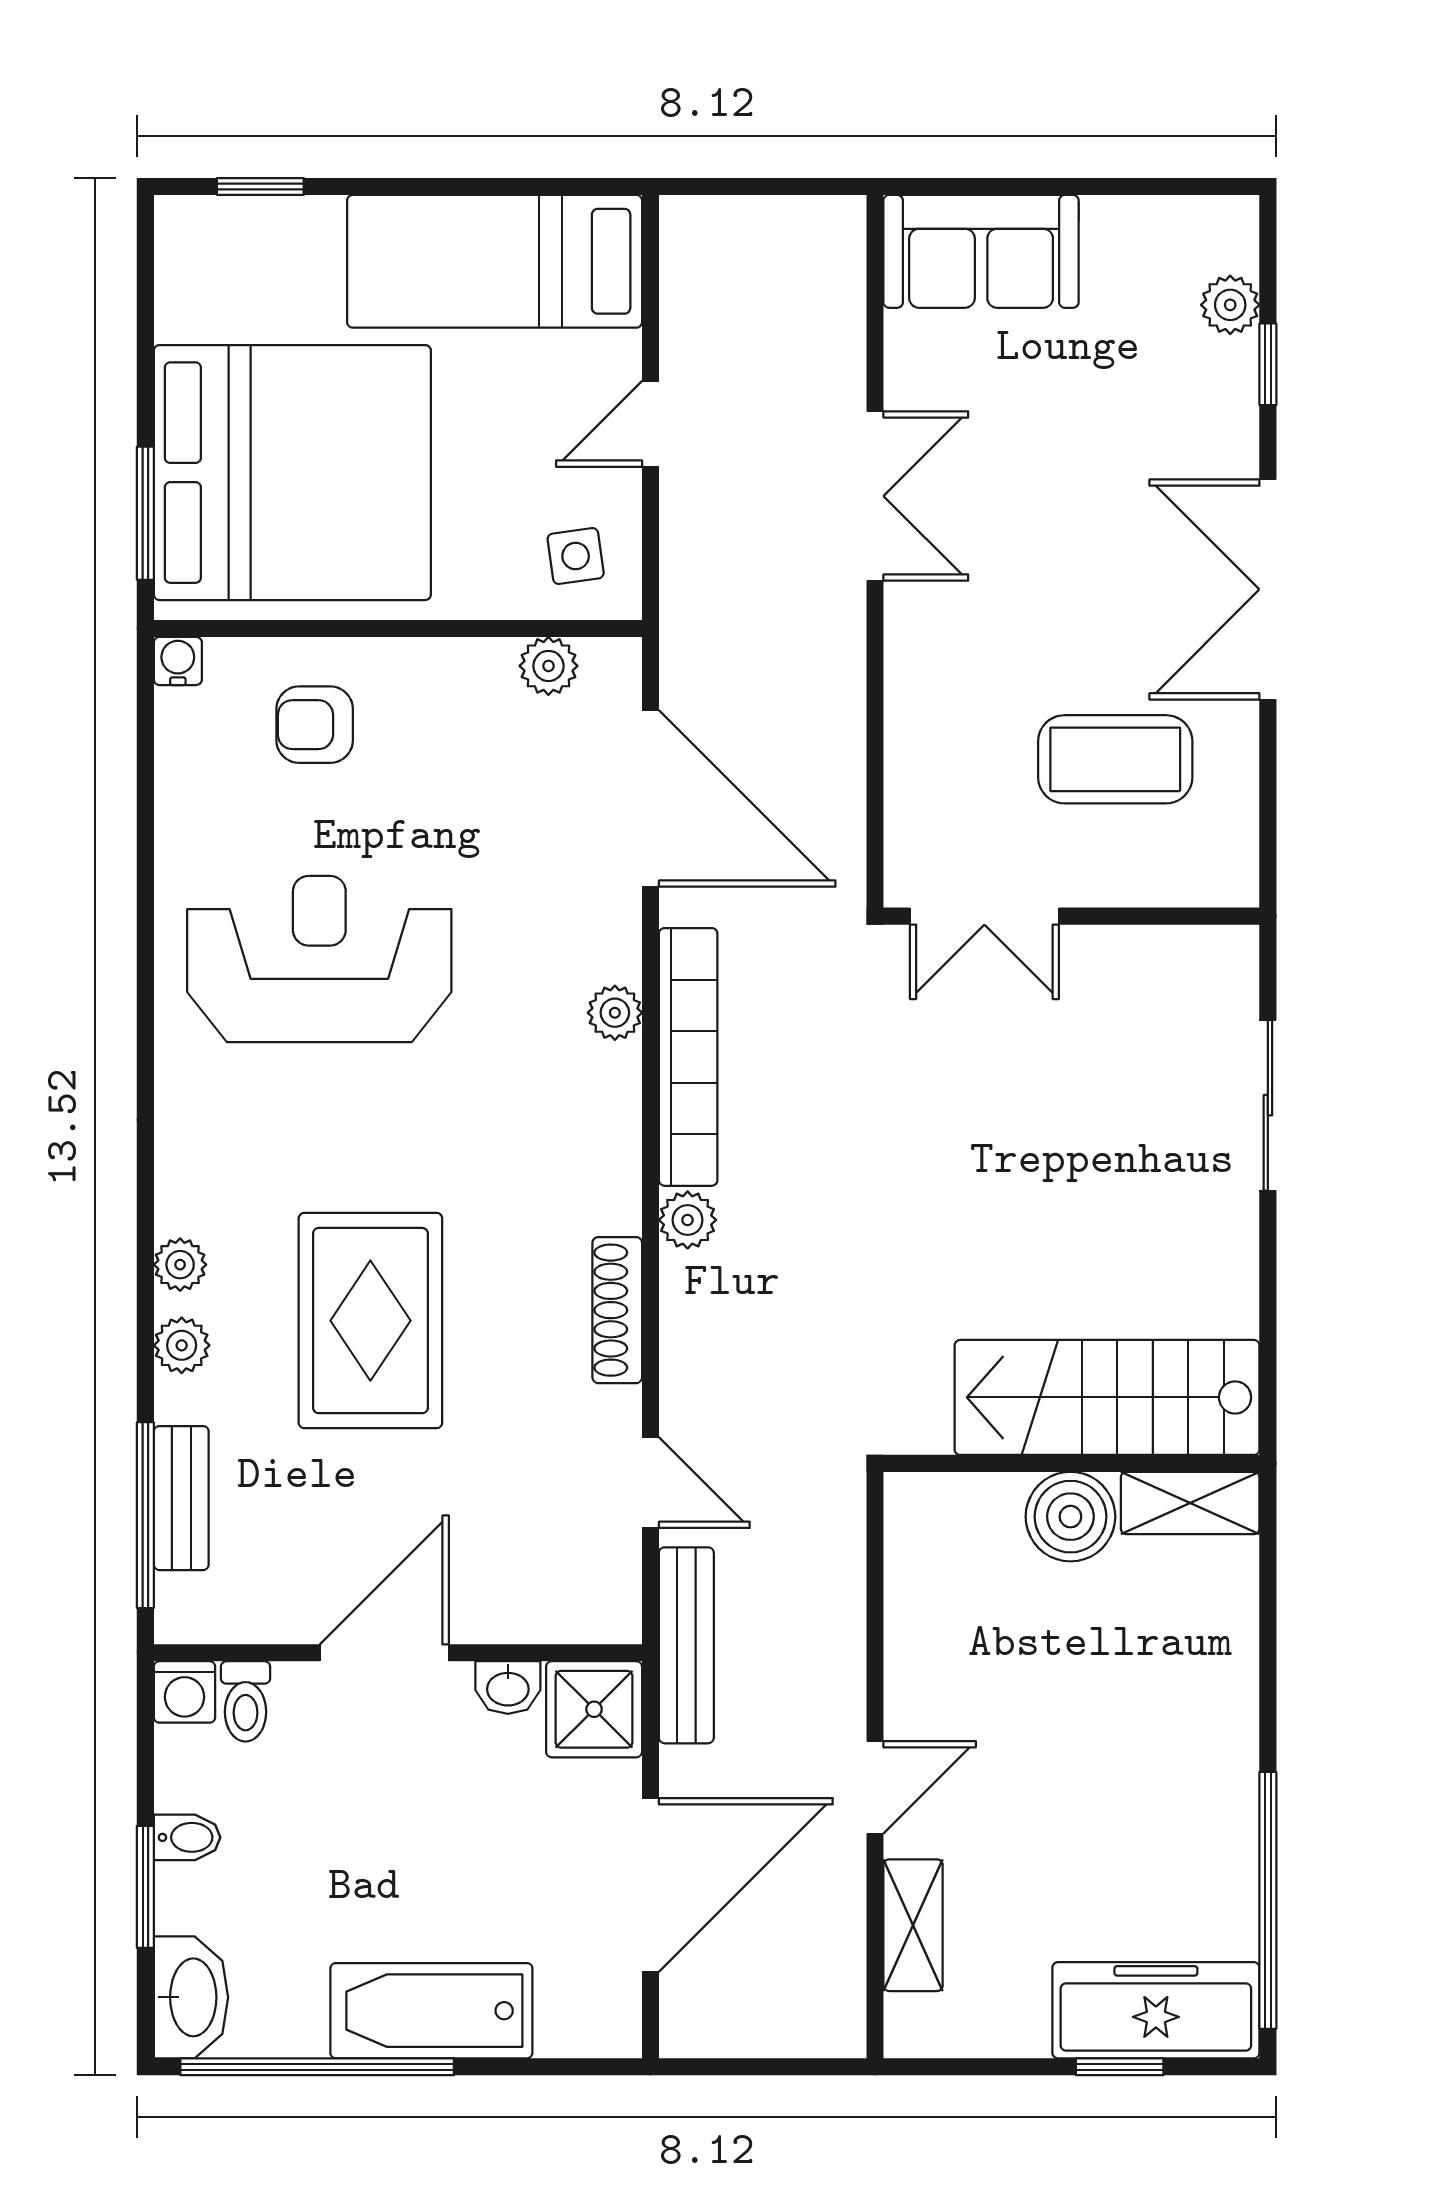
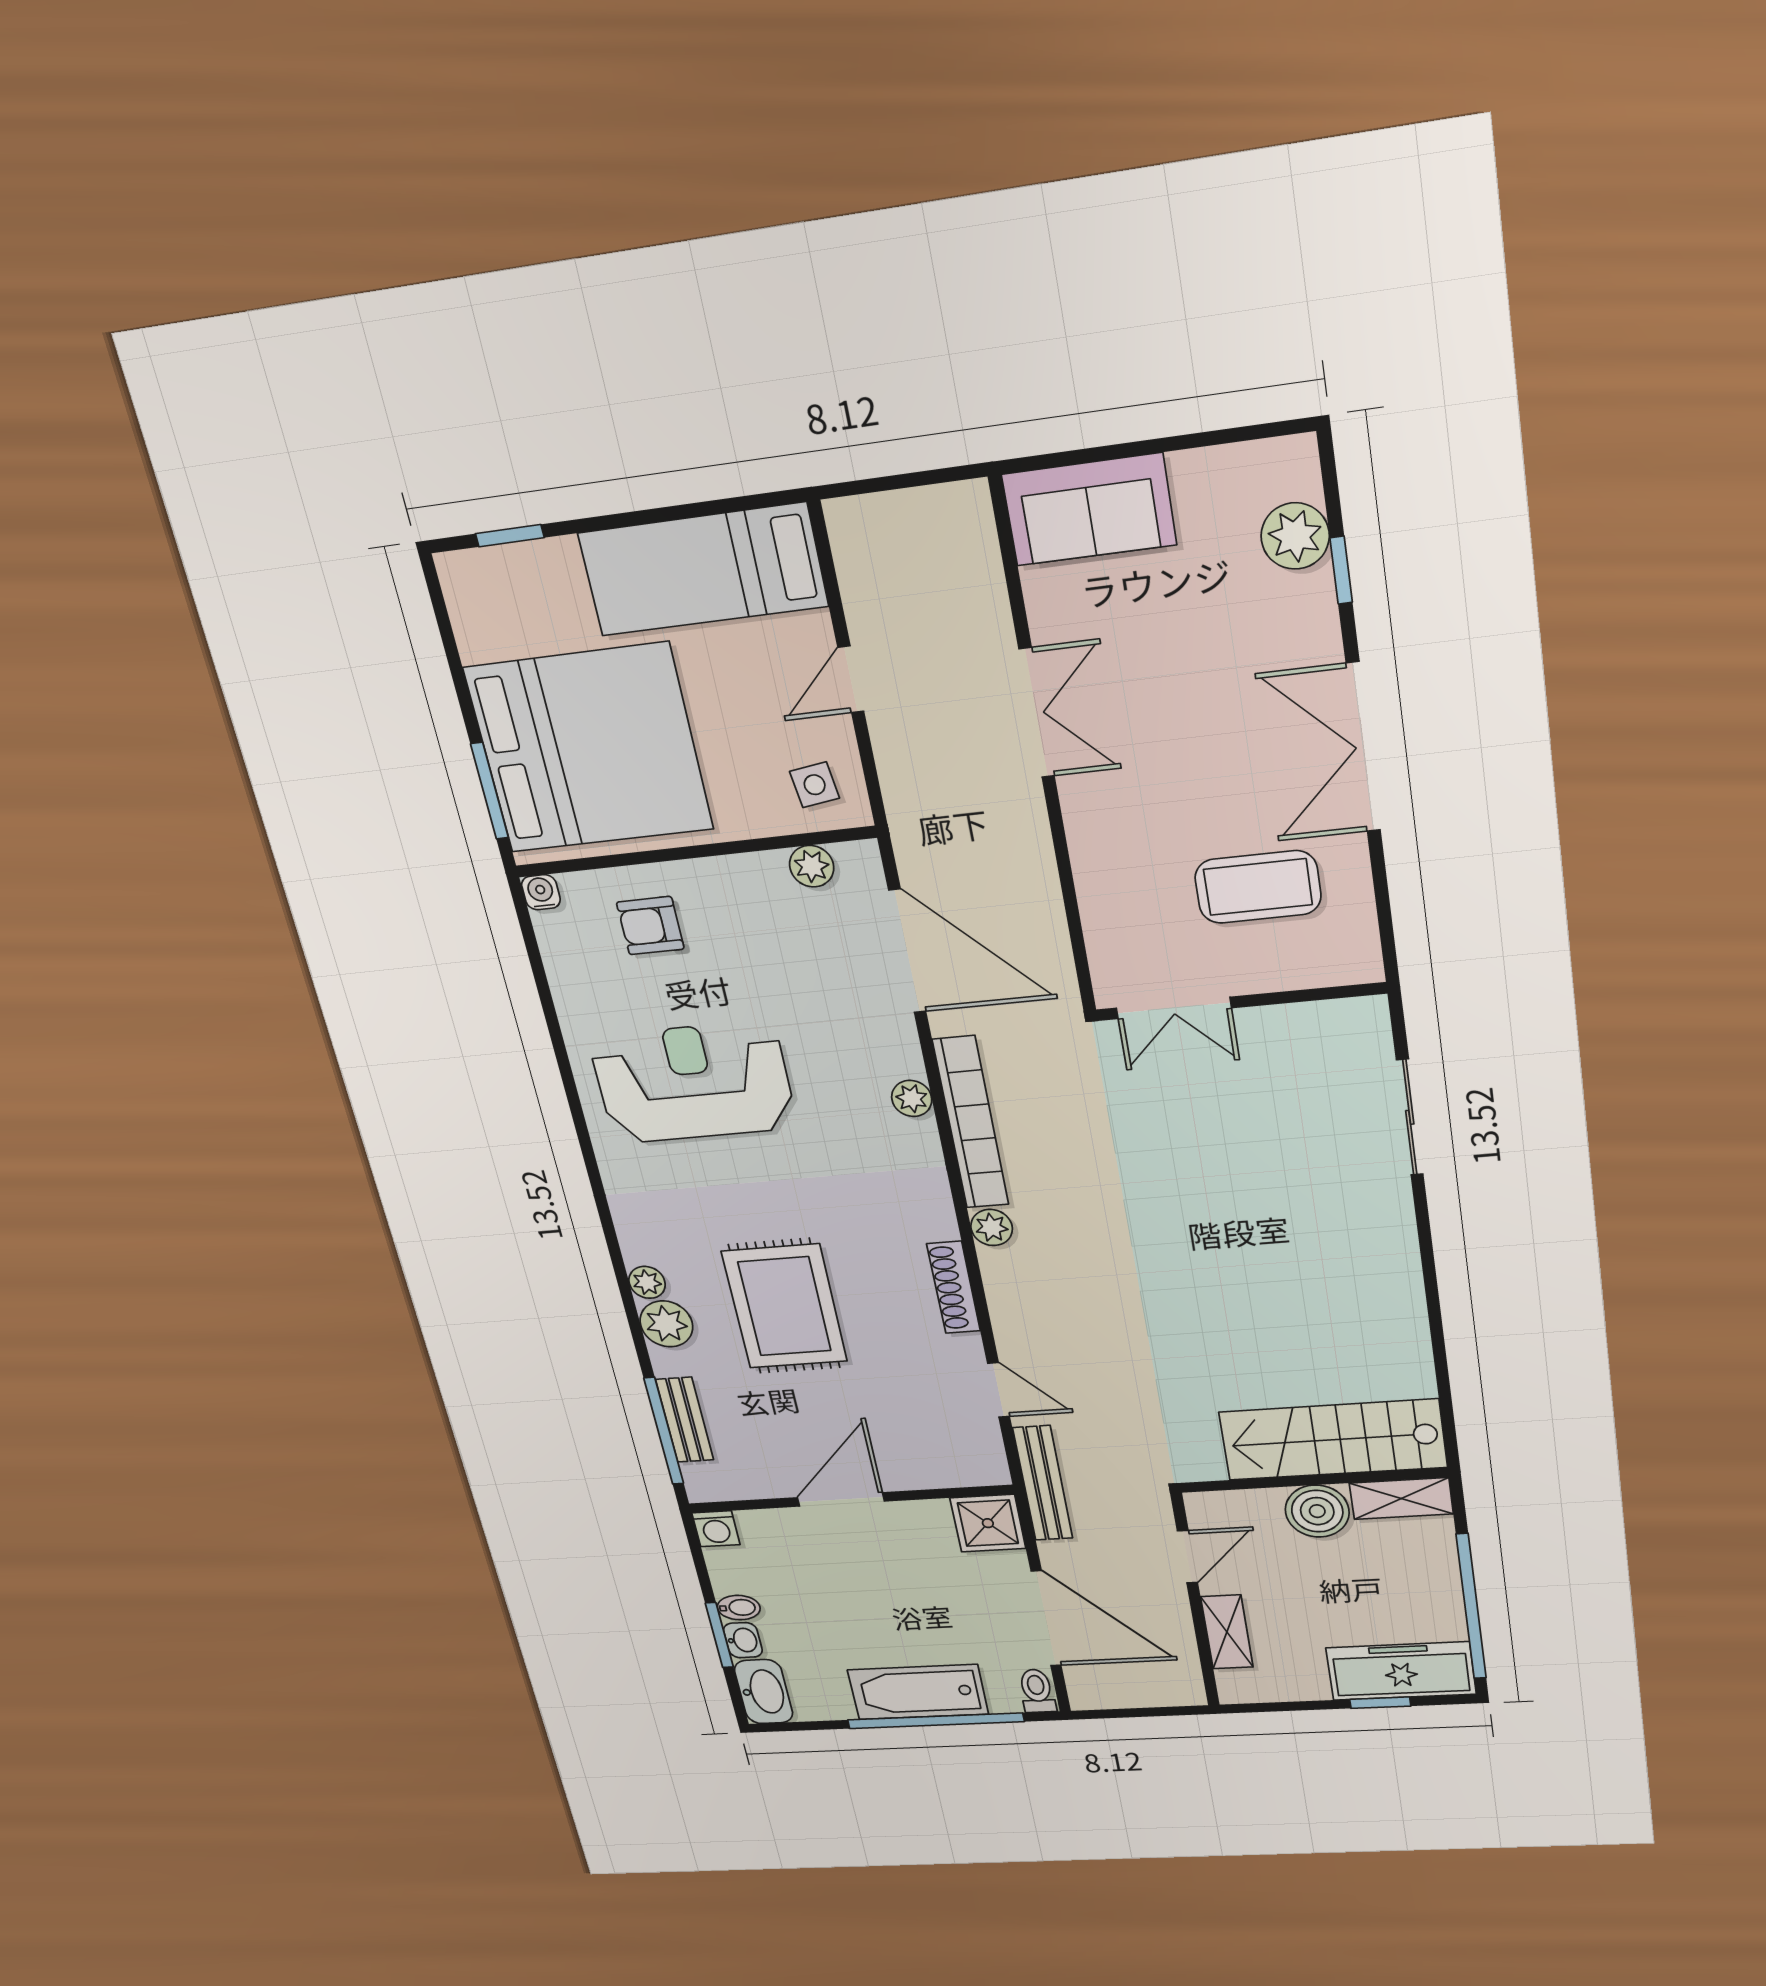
plant: (1230, 305) -> (1295, 536), width x1.38, depth x1.38
plant: (182, 1345) -> (666, 1324), width x1.38, depth x1.38
stairs: (1107, 1397) -> (1333, 1440), moved
wall: (1071, 1463) -> (1313, 1480), moved
shelving: (1190, 1503) -> (1401, 1498), moved
boiler: (1070, 1517) -> (1317, 1511), moved
washbasin: (508, 1688) -> (743, 1640), moved, turned -90
toilet: (246, 1701) -> (1037, 1691), moved, turned 180
door: (650, 1885) -> (1046, 1618), hinge flipped
window: (317, 2067) -> (936, 1721), moved

